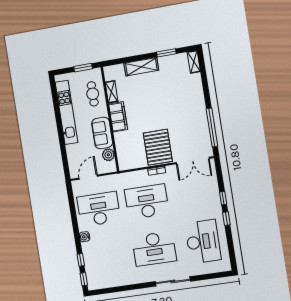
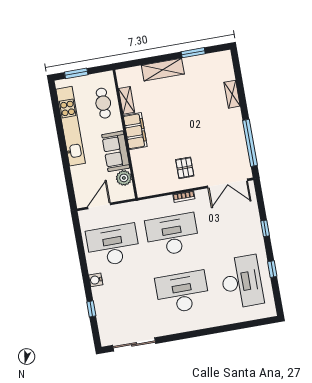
shelving: (194, 62) -> (232, 94), moved
window: (83, 68) -> (76, 73), moved
pallet: (158, 147) -> (185, 168), width x0.49, depth x0.50
window: (226, 219) -> (272, 269), moved
desk: (154, 249) -> (182, 292), turned 180
window: (84, 279) -> (96, 333), removed
sliding door: (173, 281) -> (134, 344), moved

